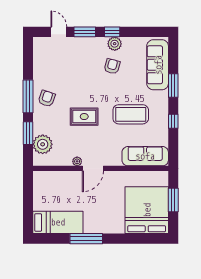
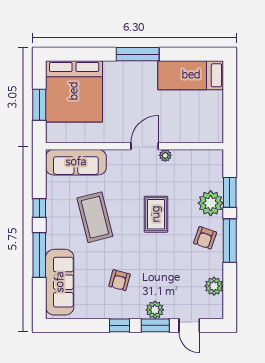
plant: (115, 44) -> (155, 310), moved
plant: (40, 62) -> (214, 286), added
window: (173, 85) -> (39, 255), width x1.44
coffee table: (131, 114) -> (95, 217), turned 76
rug: (84, 117) -> (156, 214), turned 90
plant: (43, 144) -> (211, 203), moved
window: (86, 239) -> (138, 54), moved

